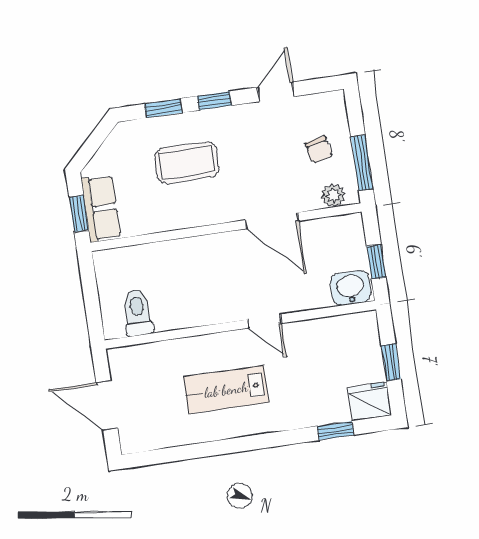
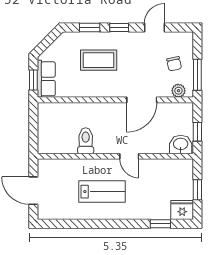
door: (272, 221) -> (142, 100), hinge flipped
toilet: (137, 312) -> (86, 141), moved
lab bench: (226, 390) -> (102, 192), turned 180

